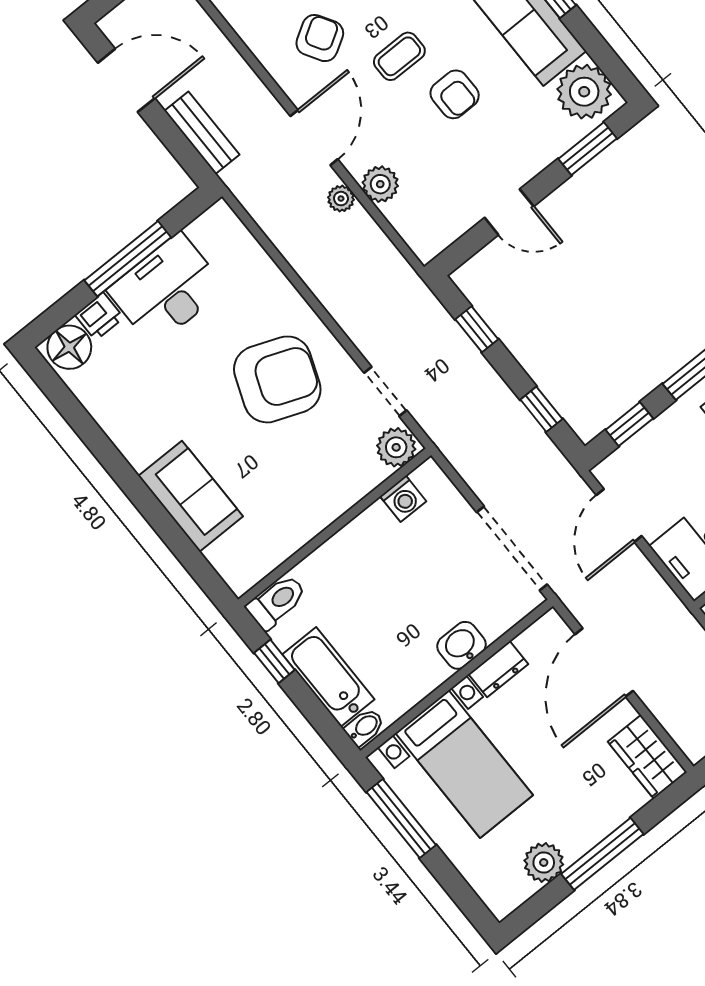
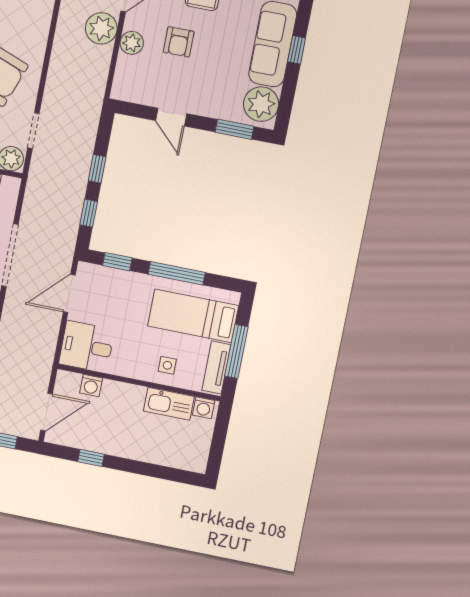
armchair: (455, 94) -> (179, 42), moved
plant: (341, 199) -> (101, 28), width x1.88, depth x1.88
window: (477, 329) -> (97, 169), moved

